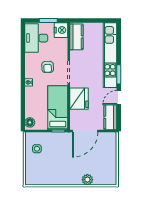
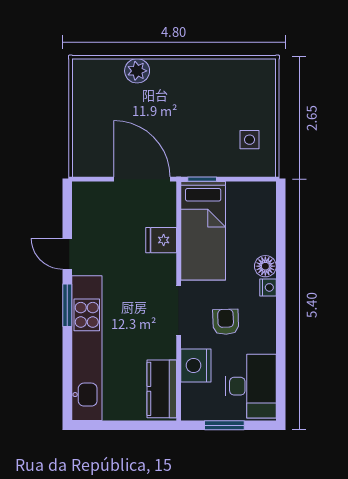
nightstand: (61, 30) -> (196, 365), moved
door: (119, 98) -> (67, 254), swing flipped
fridge: (79, 99) -> (161, 240), width x0.53, depth x0.75
kitchen counter: (110, 117) -> (86, 210), removed
floor lamp: (30, 122) -> (265, 266), moved
door: (85, 131) -> (142, 179), hinge flipped

